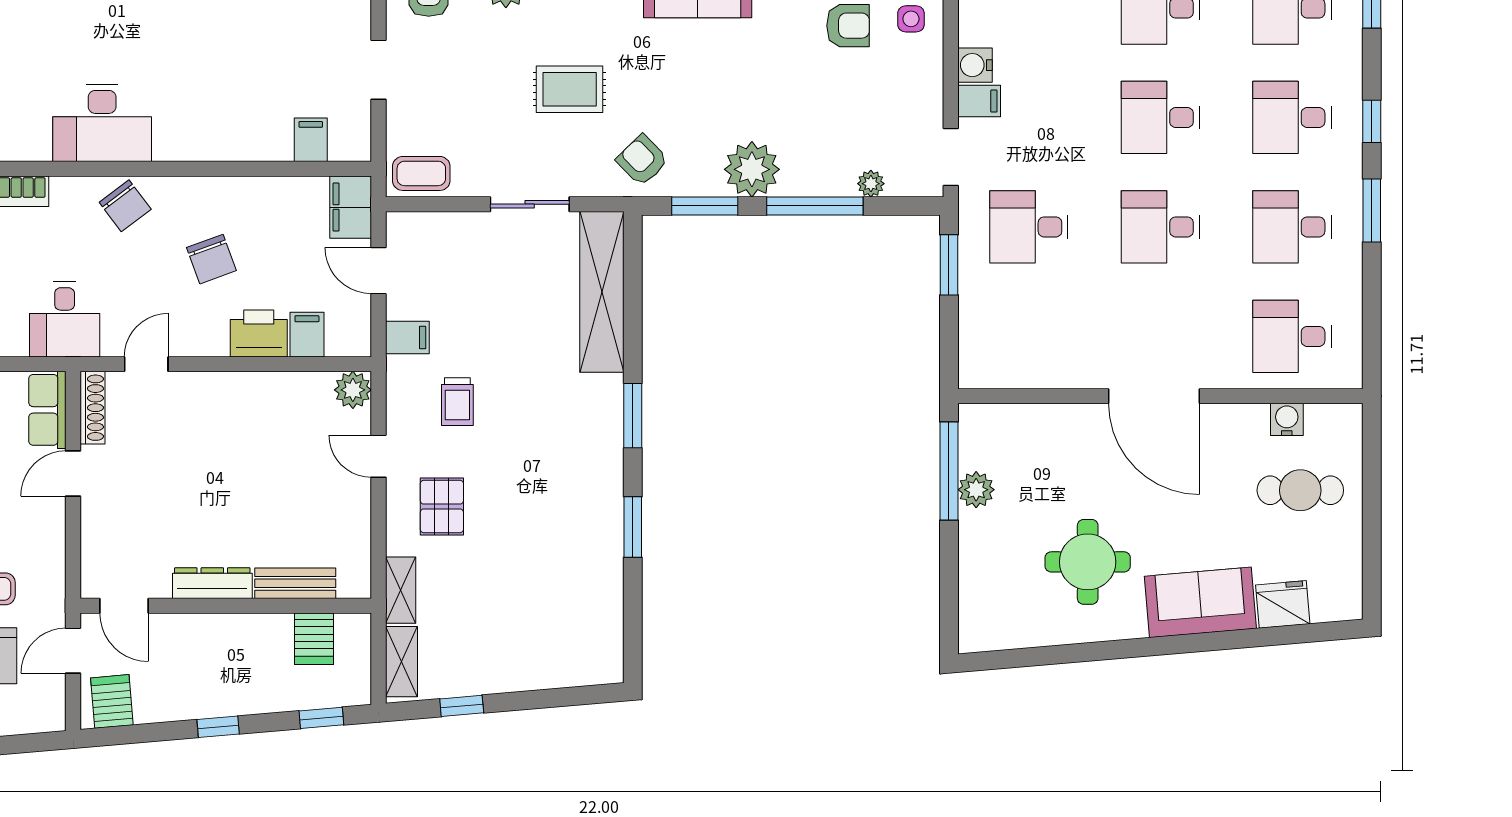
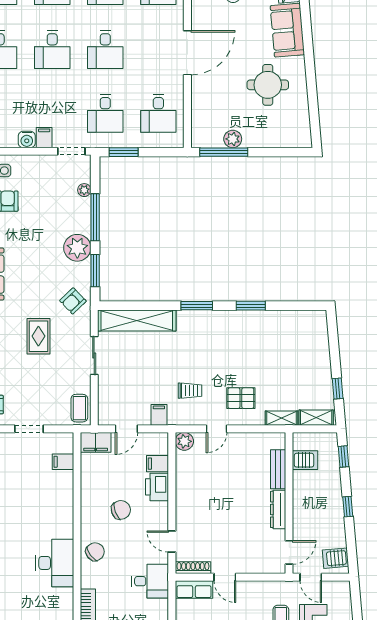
desk: (1029, 336) -> (158, 113), added

